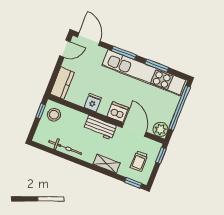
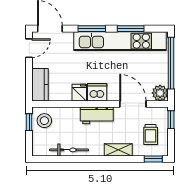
dishwasher: (118, 112) -> (97, 92), moved

